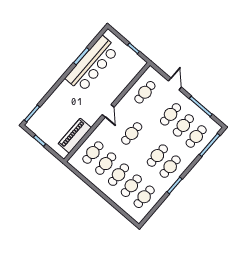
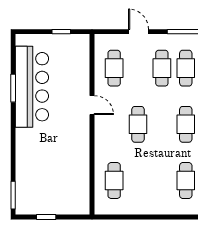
door: (108, 111) -> (92, 105), moved
piano: (75, 136) -> (79, 179), removed
cafe table: (106, 164) -> (138, 181), removed
cafe table: (119, 175) -> (162, 181), removed

